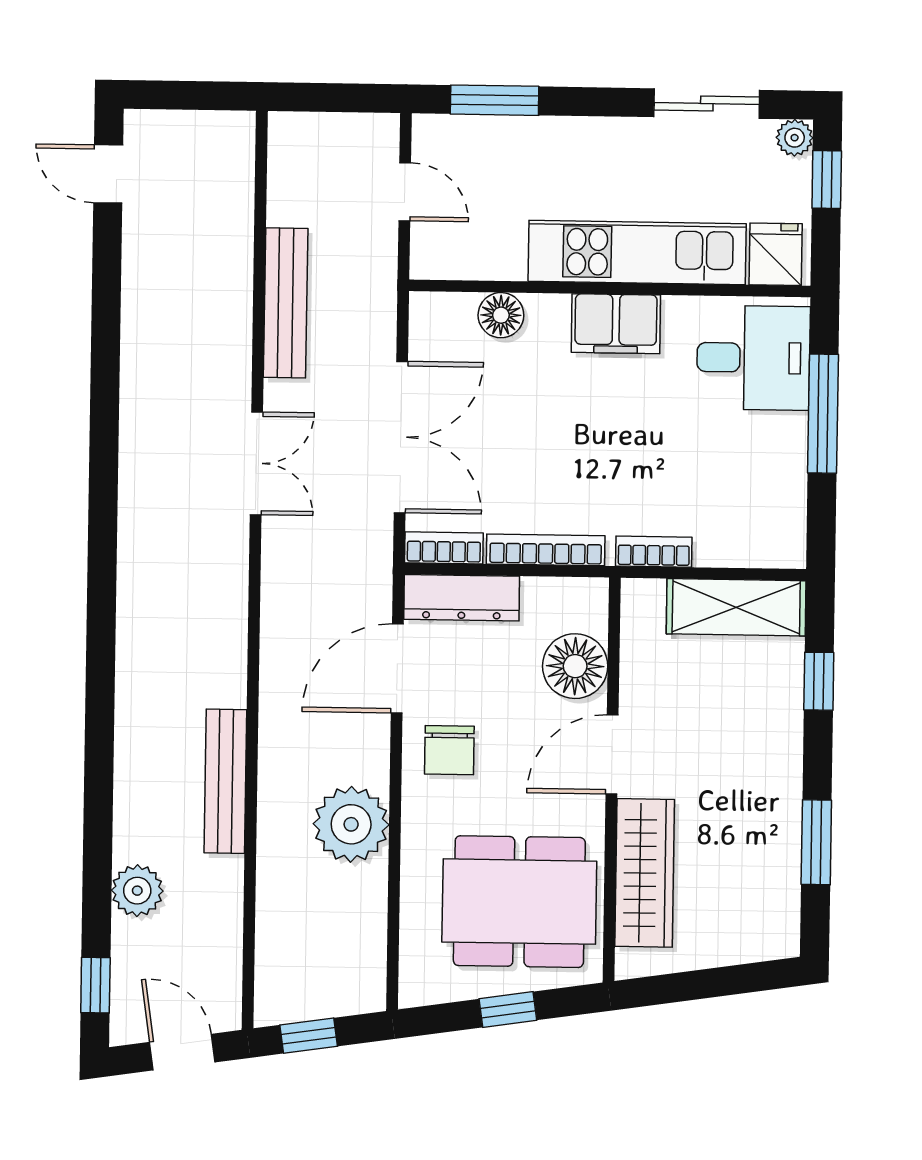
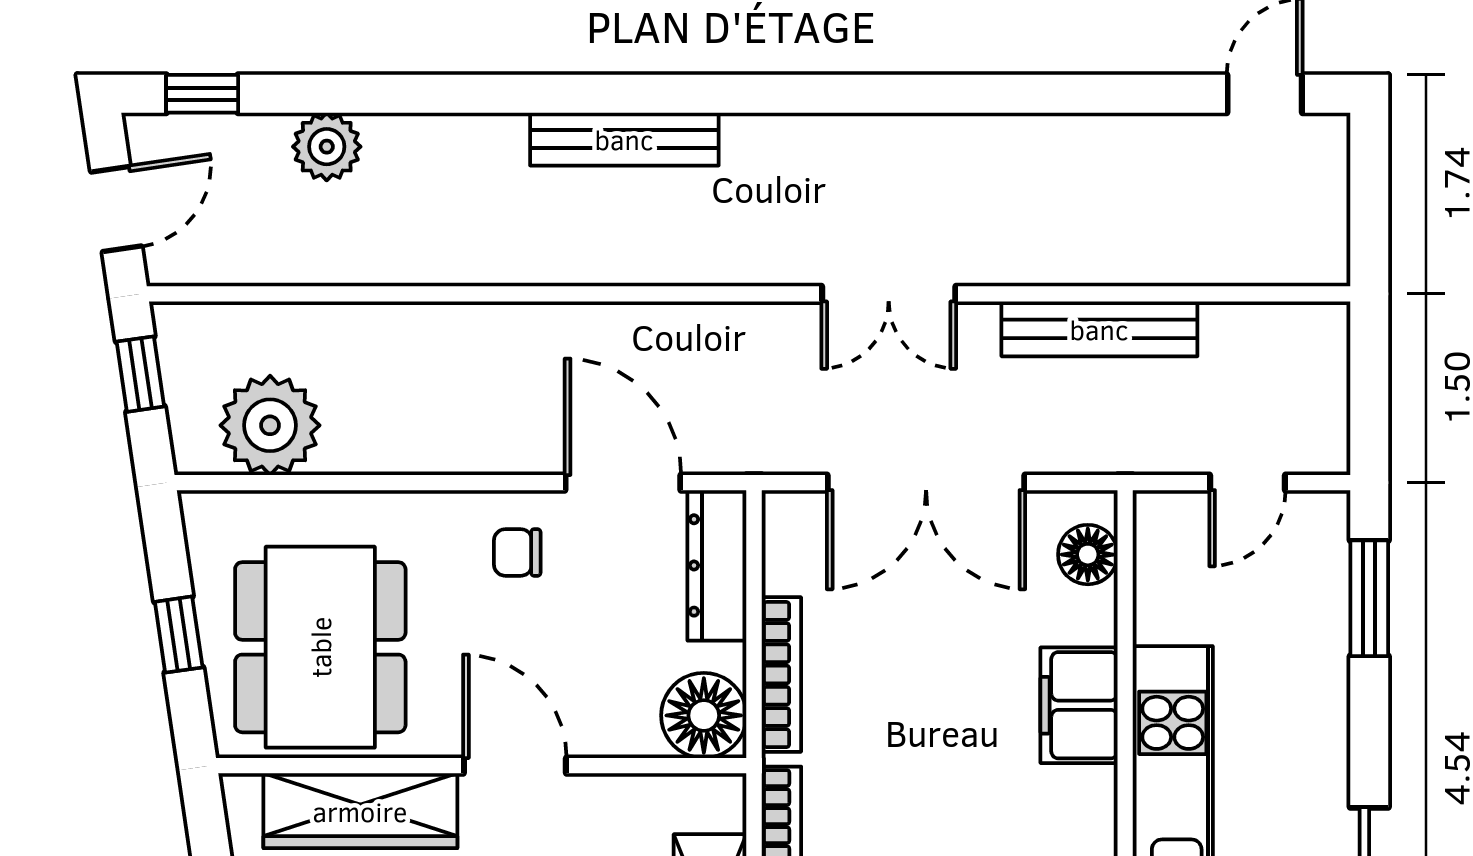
floor lamp: (501, 315) -> (1088, 555), moved
filing cabinet: (616, 324) -> (1079, 705), moved
bookcase: (444, 548) -> (782, 541), removed
floor lamp: (575, 666) -> (704, 715), moved
chair: (449, 750) -> (517, 552), width x0.73, depth x0.73
bench: (225, 781) -> (624, 139), moved
plant: (351, 824) -> (270, 425), moved

